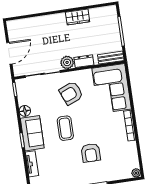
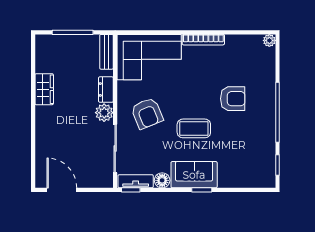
door: (9, 53) -> (62, 190), moved
tv unit: (32, 164) -> (136, 181), moved

